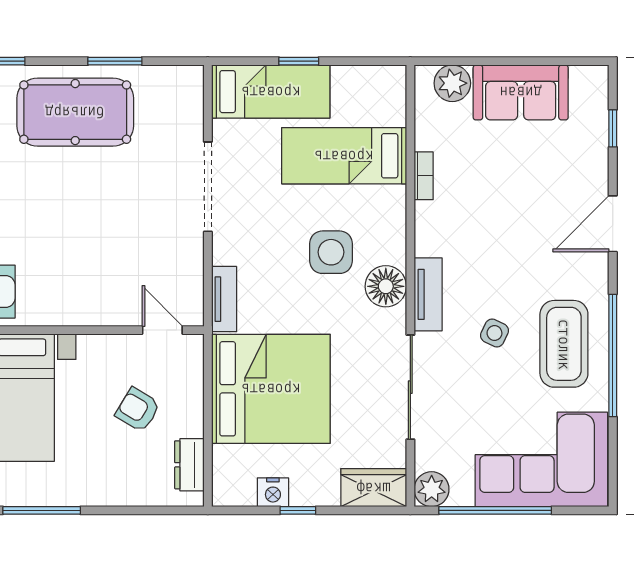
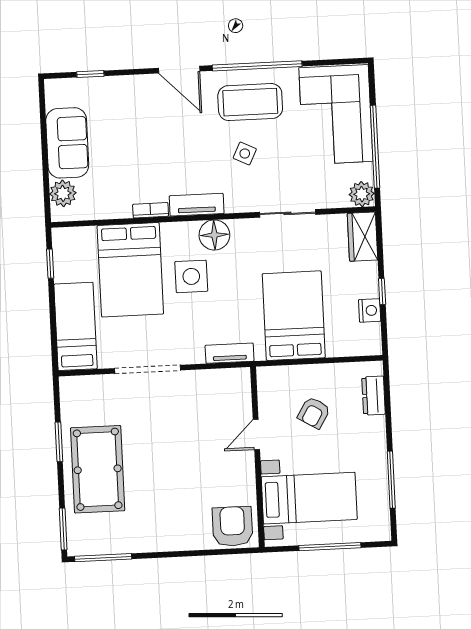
window: (299, 61) -> (50, 264), moved
bed: (344, 156) -> (130, 270), width x1.50
bookcase: (424, 176) -> (151, 210), moved
door: (613, 224) -> (179, 70), moved
tv unit: (428, 294) -> (197, 205), moved
door: (162, 330) -> (256, 434), moved
sliding door: (410, 387) -> (288, 213), width x0.73
bed: (271, 389) -> (294, 316), width x0.73
dresser: (189, 465) -> (374, 396), moved, turned 90

